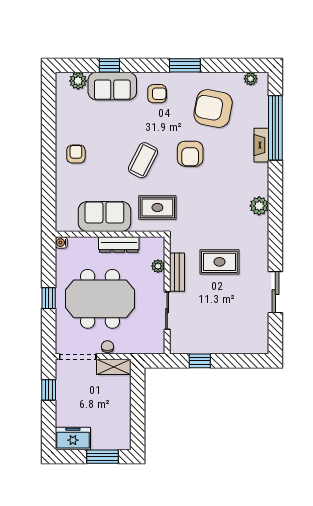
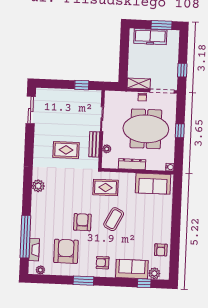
window: (109, 65) -> (144, 283), moved
armchair: (213, 109) -> (66, 251), turned -101
fireplace: (261, 145) -> (34, 250), moved
armchair: (76, 154) -> (161, 250), moved
sofa: (104, 216) -> (153, 184), moved
sliding door: (275, 292) -> (31, 110), moved
freezer: (73, 439) -> (150, 37), moved, width x1.40
window: (102, 457) -> (162, 25), moved

